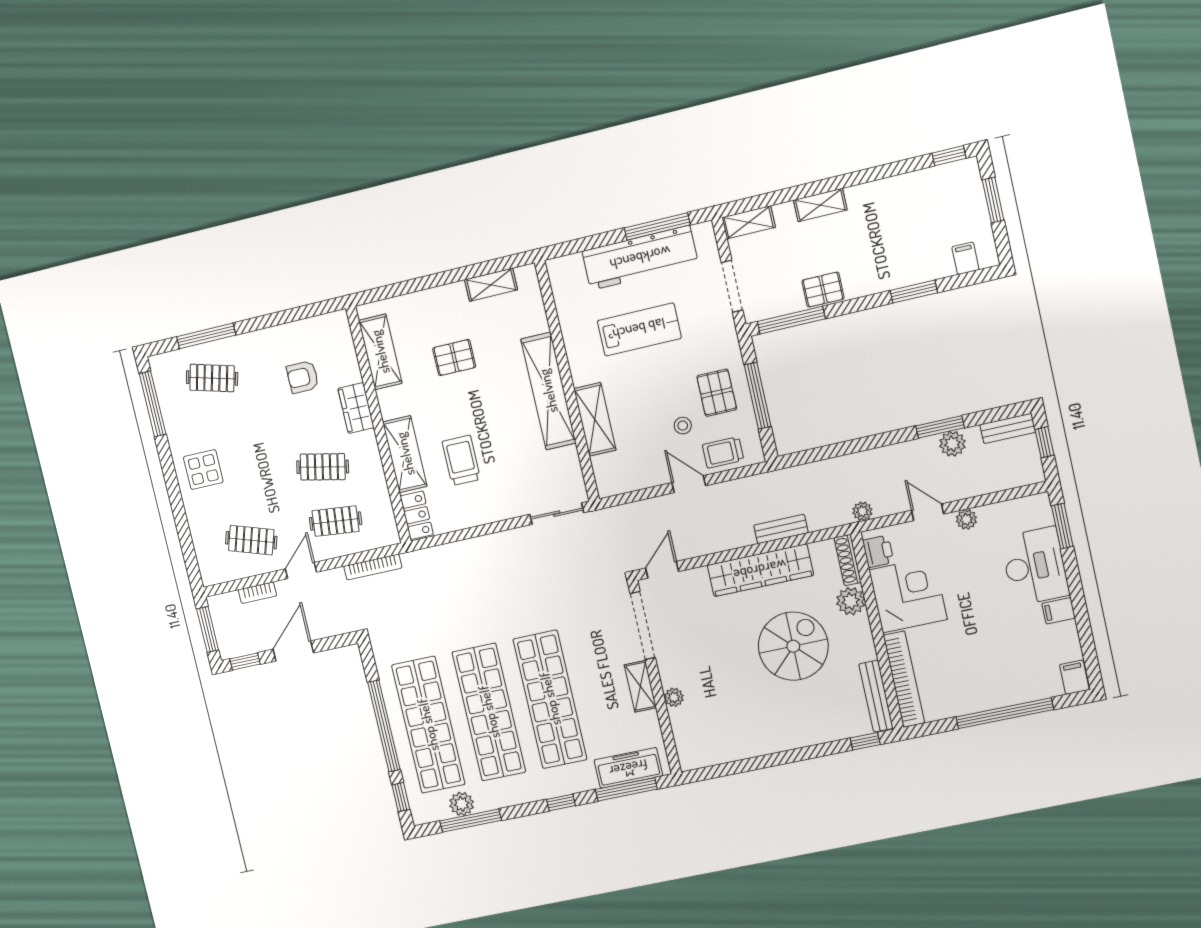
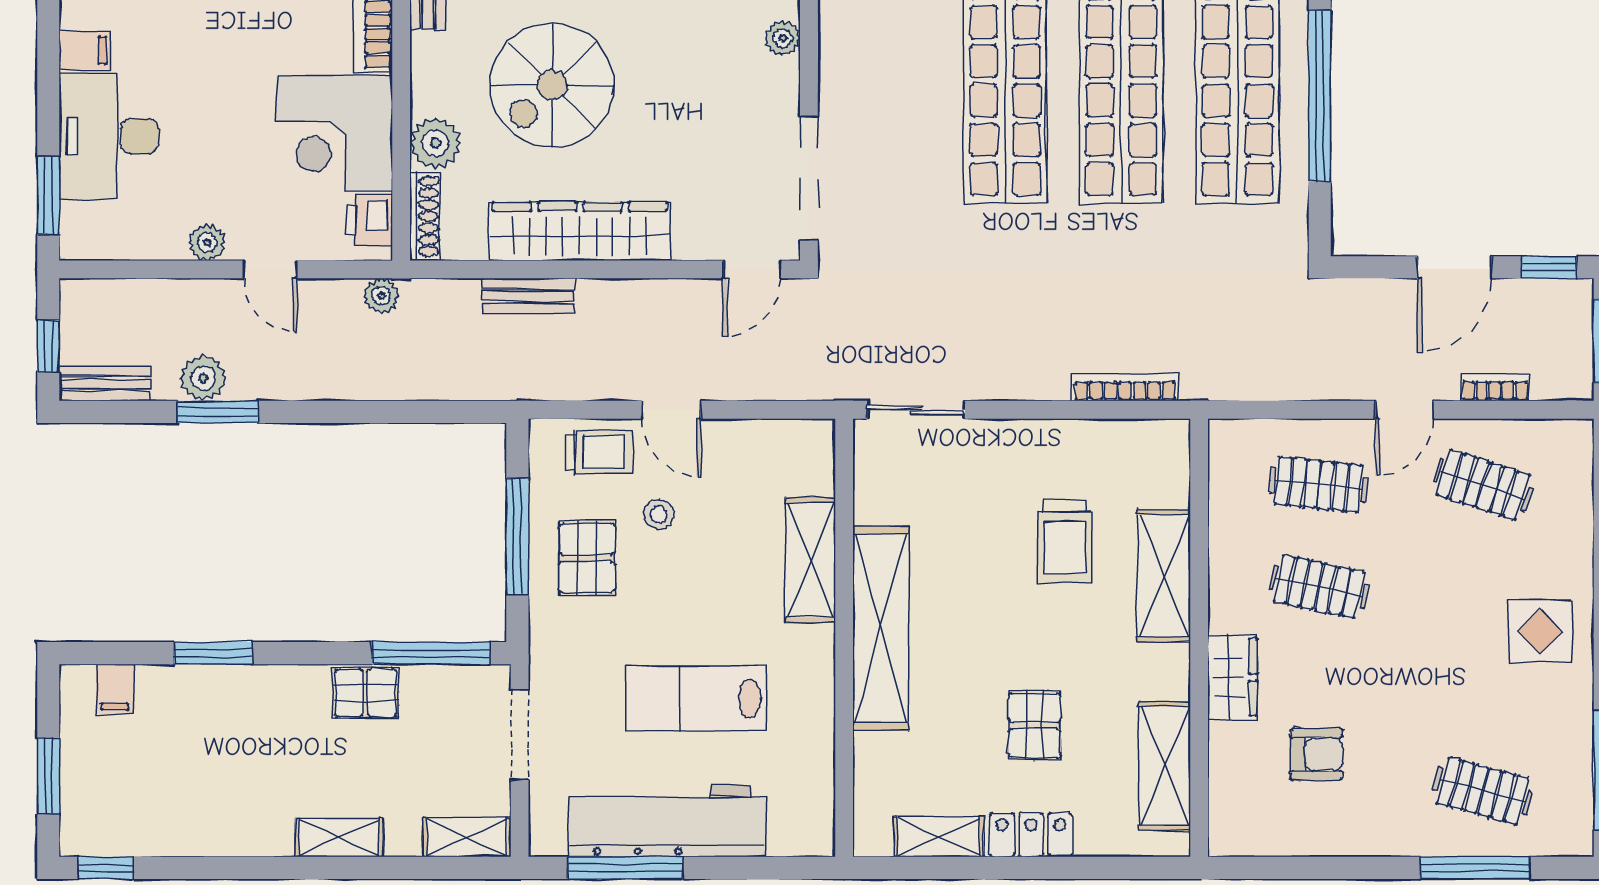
pallet: (454, 358) -> (1035, 725), turned 90
locker: (417, 515) -> (1031, 835), moved, turned 90
bookcase: (373, 567) -> (1125, 387), moved
shelving: (640, 686) -> (838, 71), removed

